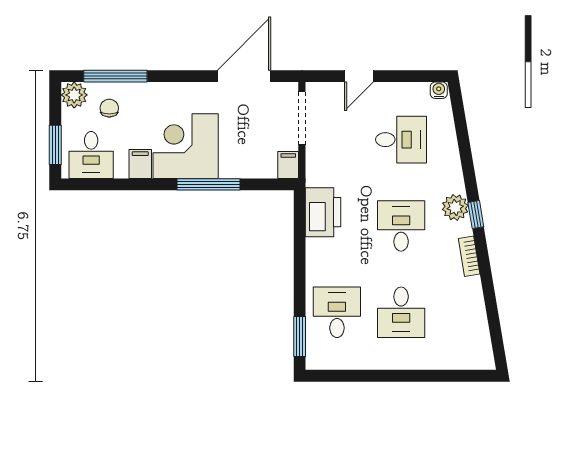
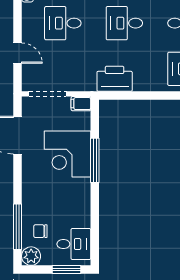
desk: (401, 140) -> (63, 23), turned -90
corner desk: (186, 146) -> (68, 154), moved
filing cabinet: (140, 164) -> (80, 209), removed

